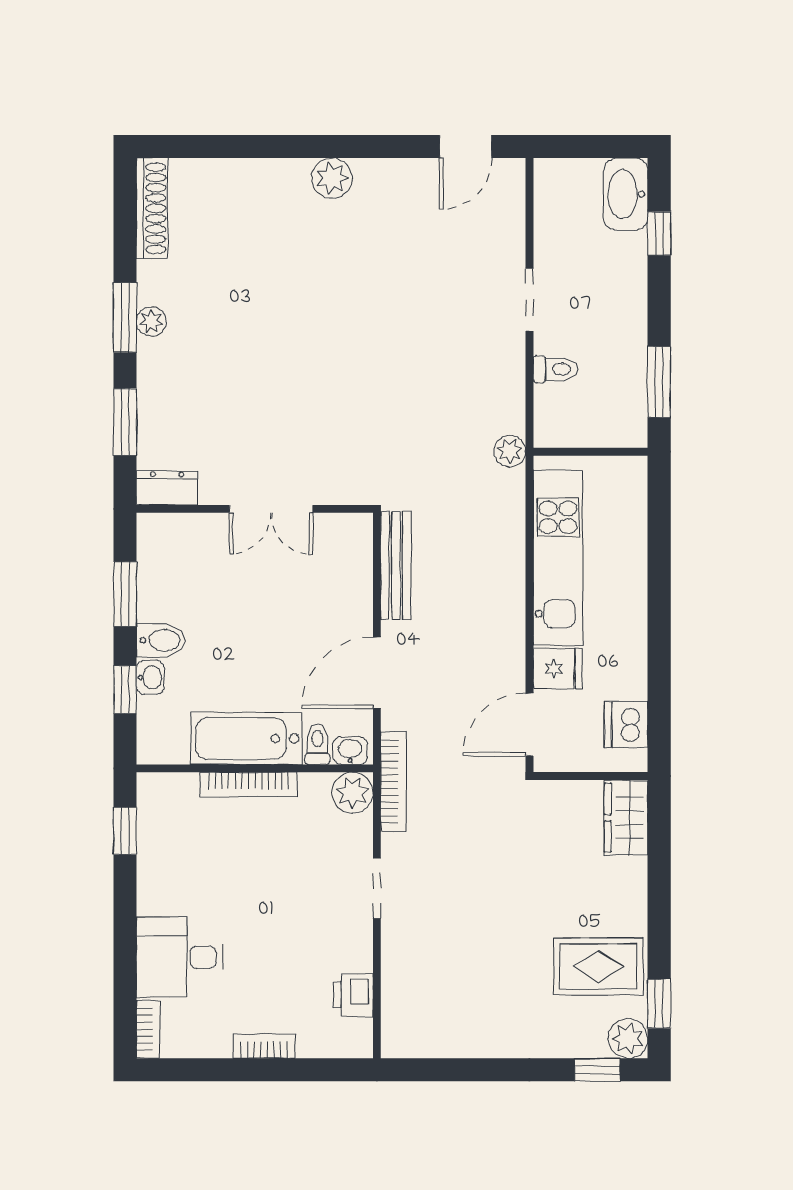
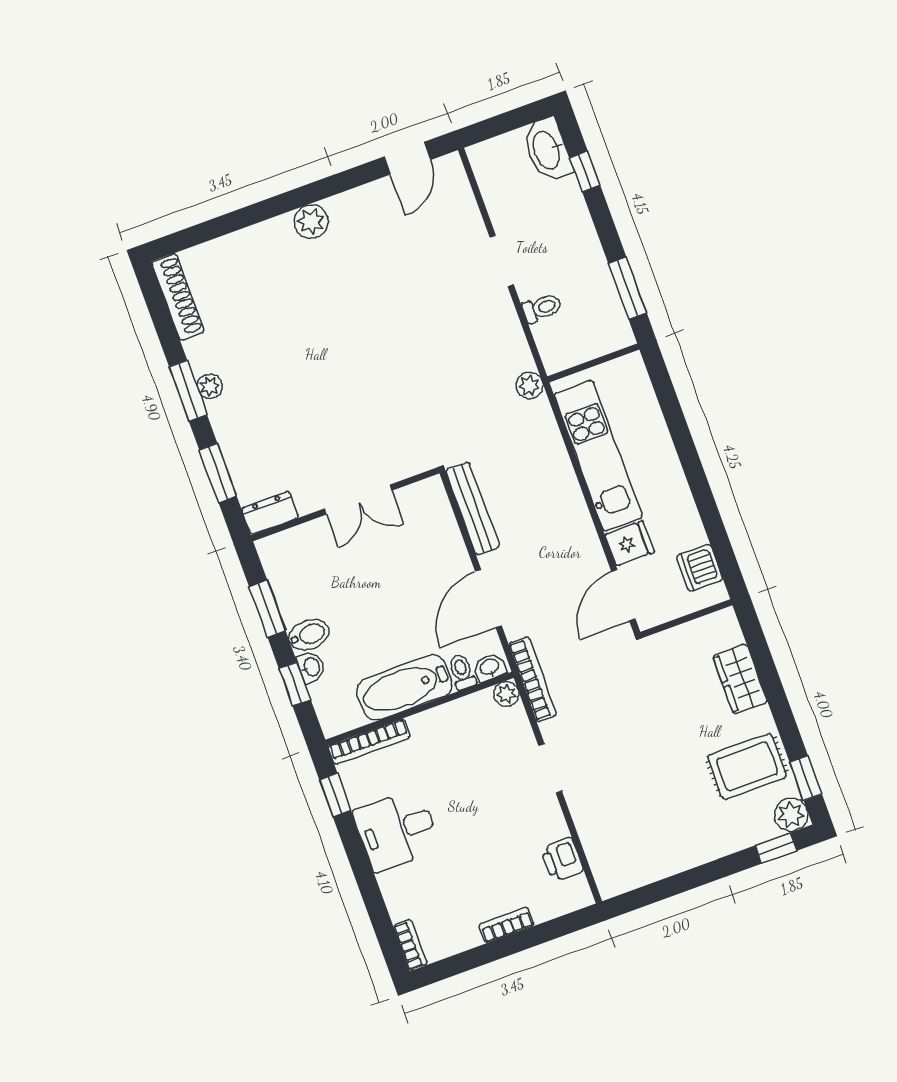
bookcase: (249, 785) -> (369, 742), moved
plant: (353, 793) -> (506, 694), width x0.73, depth x0.73
wardrobe: (626, 818) -> (740, 679), moved
desk: (180, 957) -> (397, 830), moved

